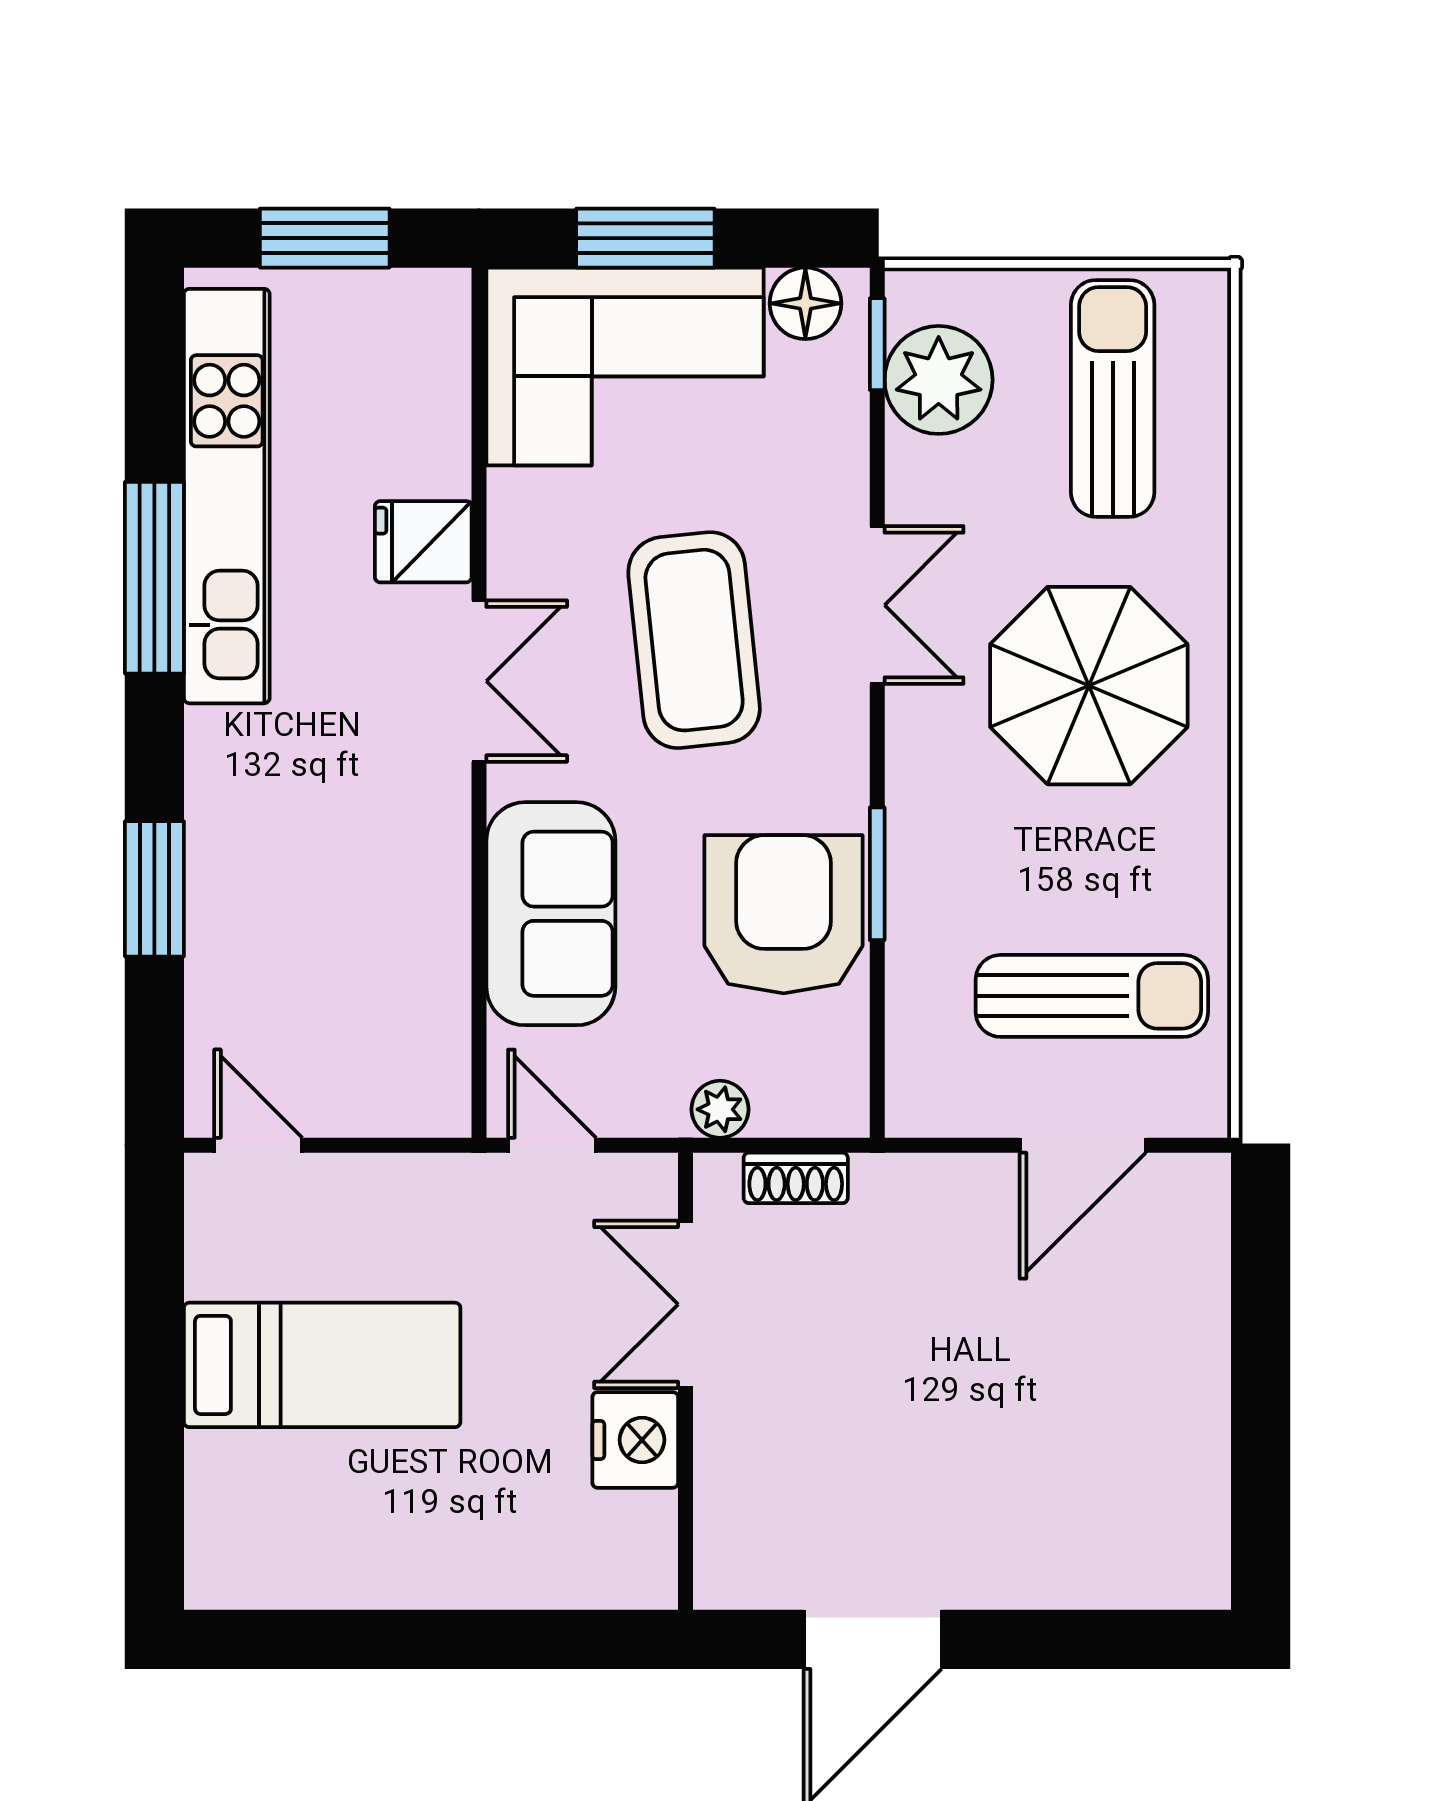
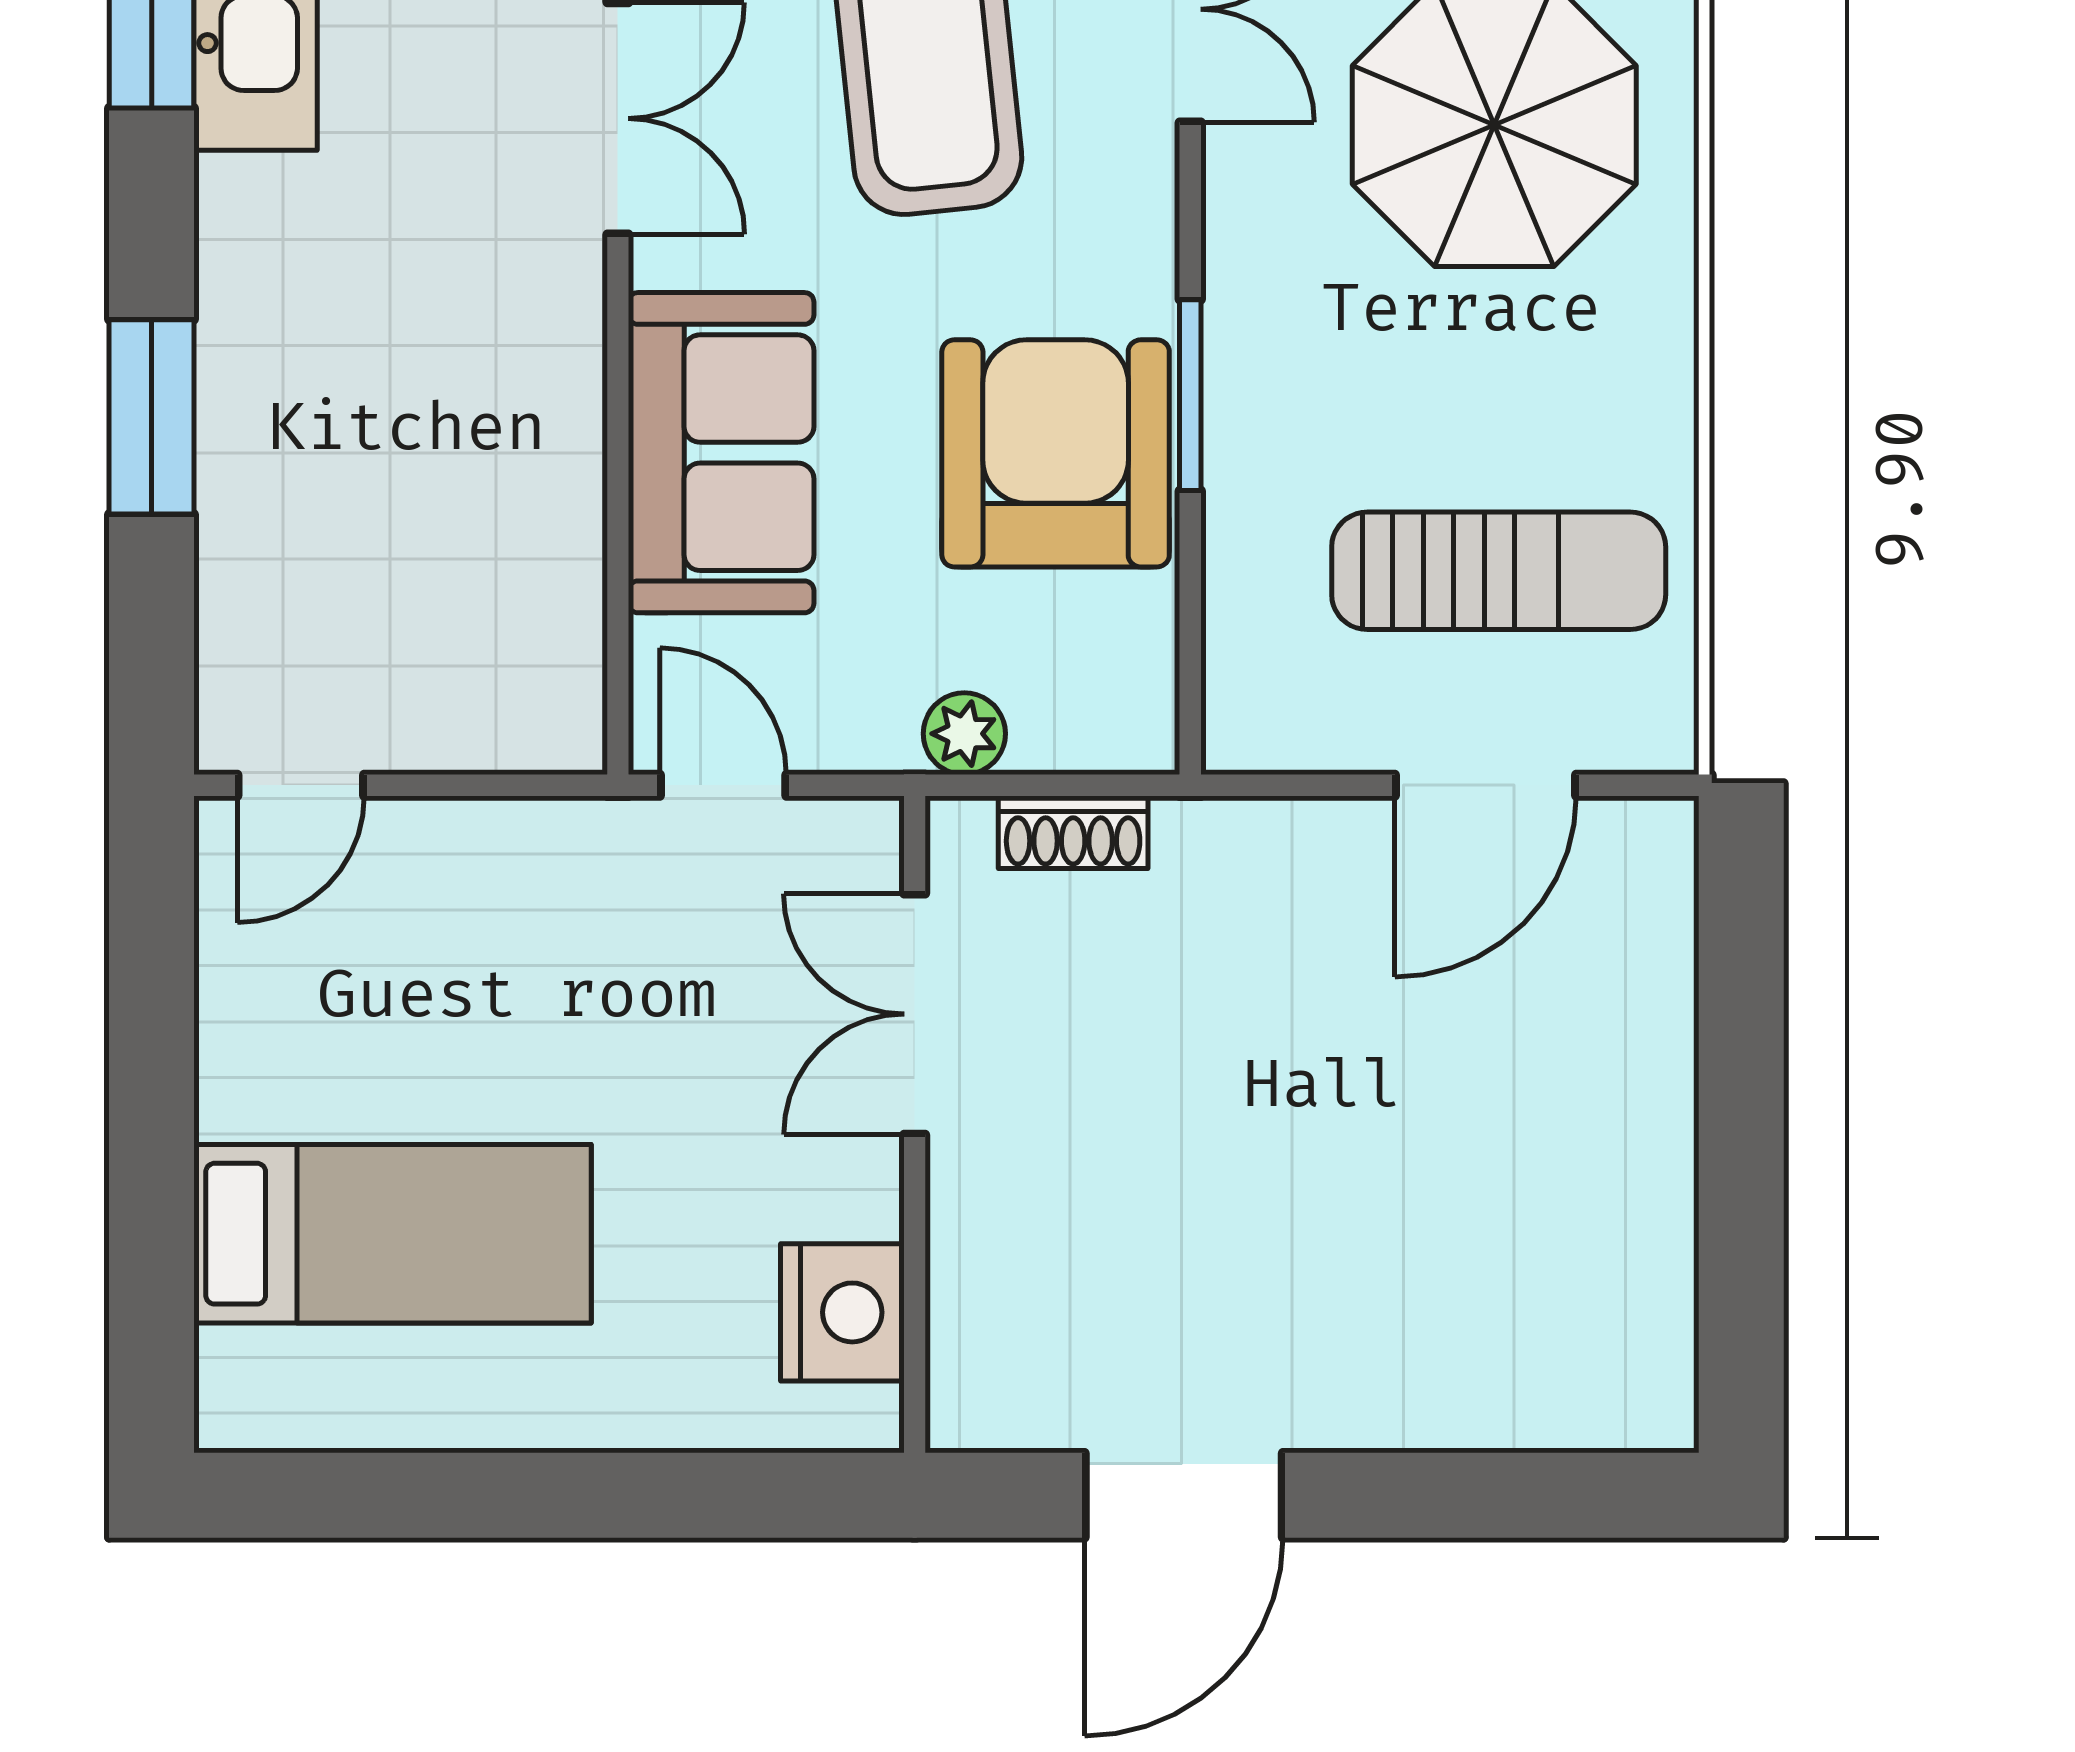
door: (258, 1145) -> (301, 785), swing flipped
bed: (322, 1365) -> (393, 1234), moved
nightstand: (635, 1440) -> (842, 1312), moved

